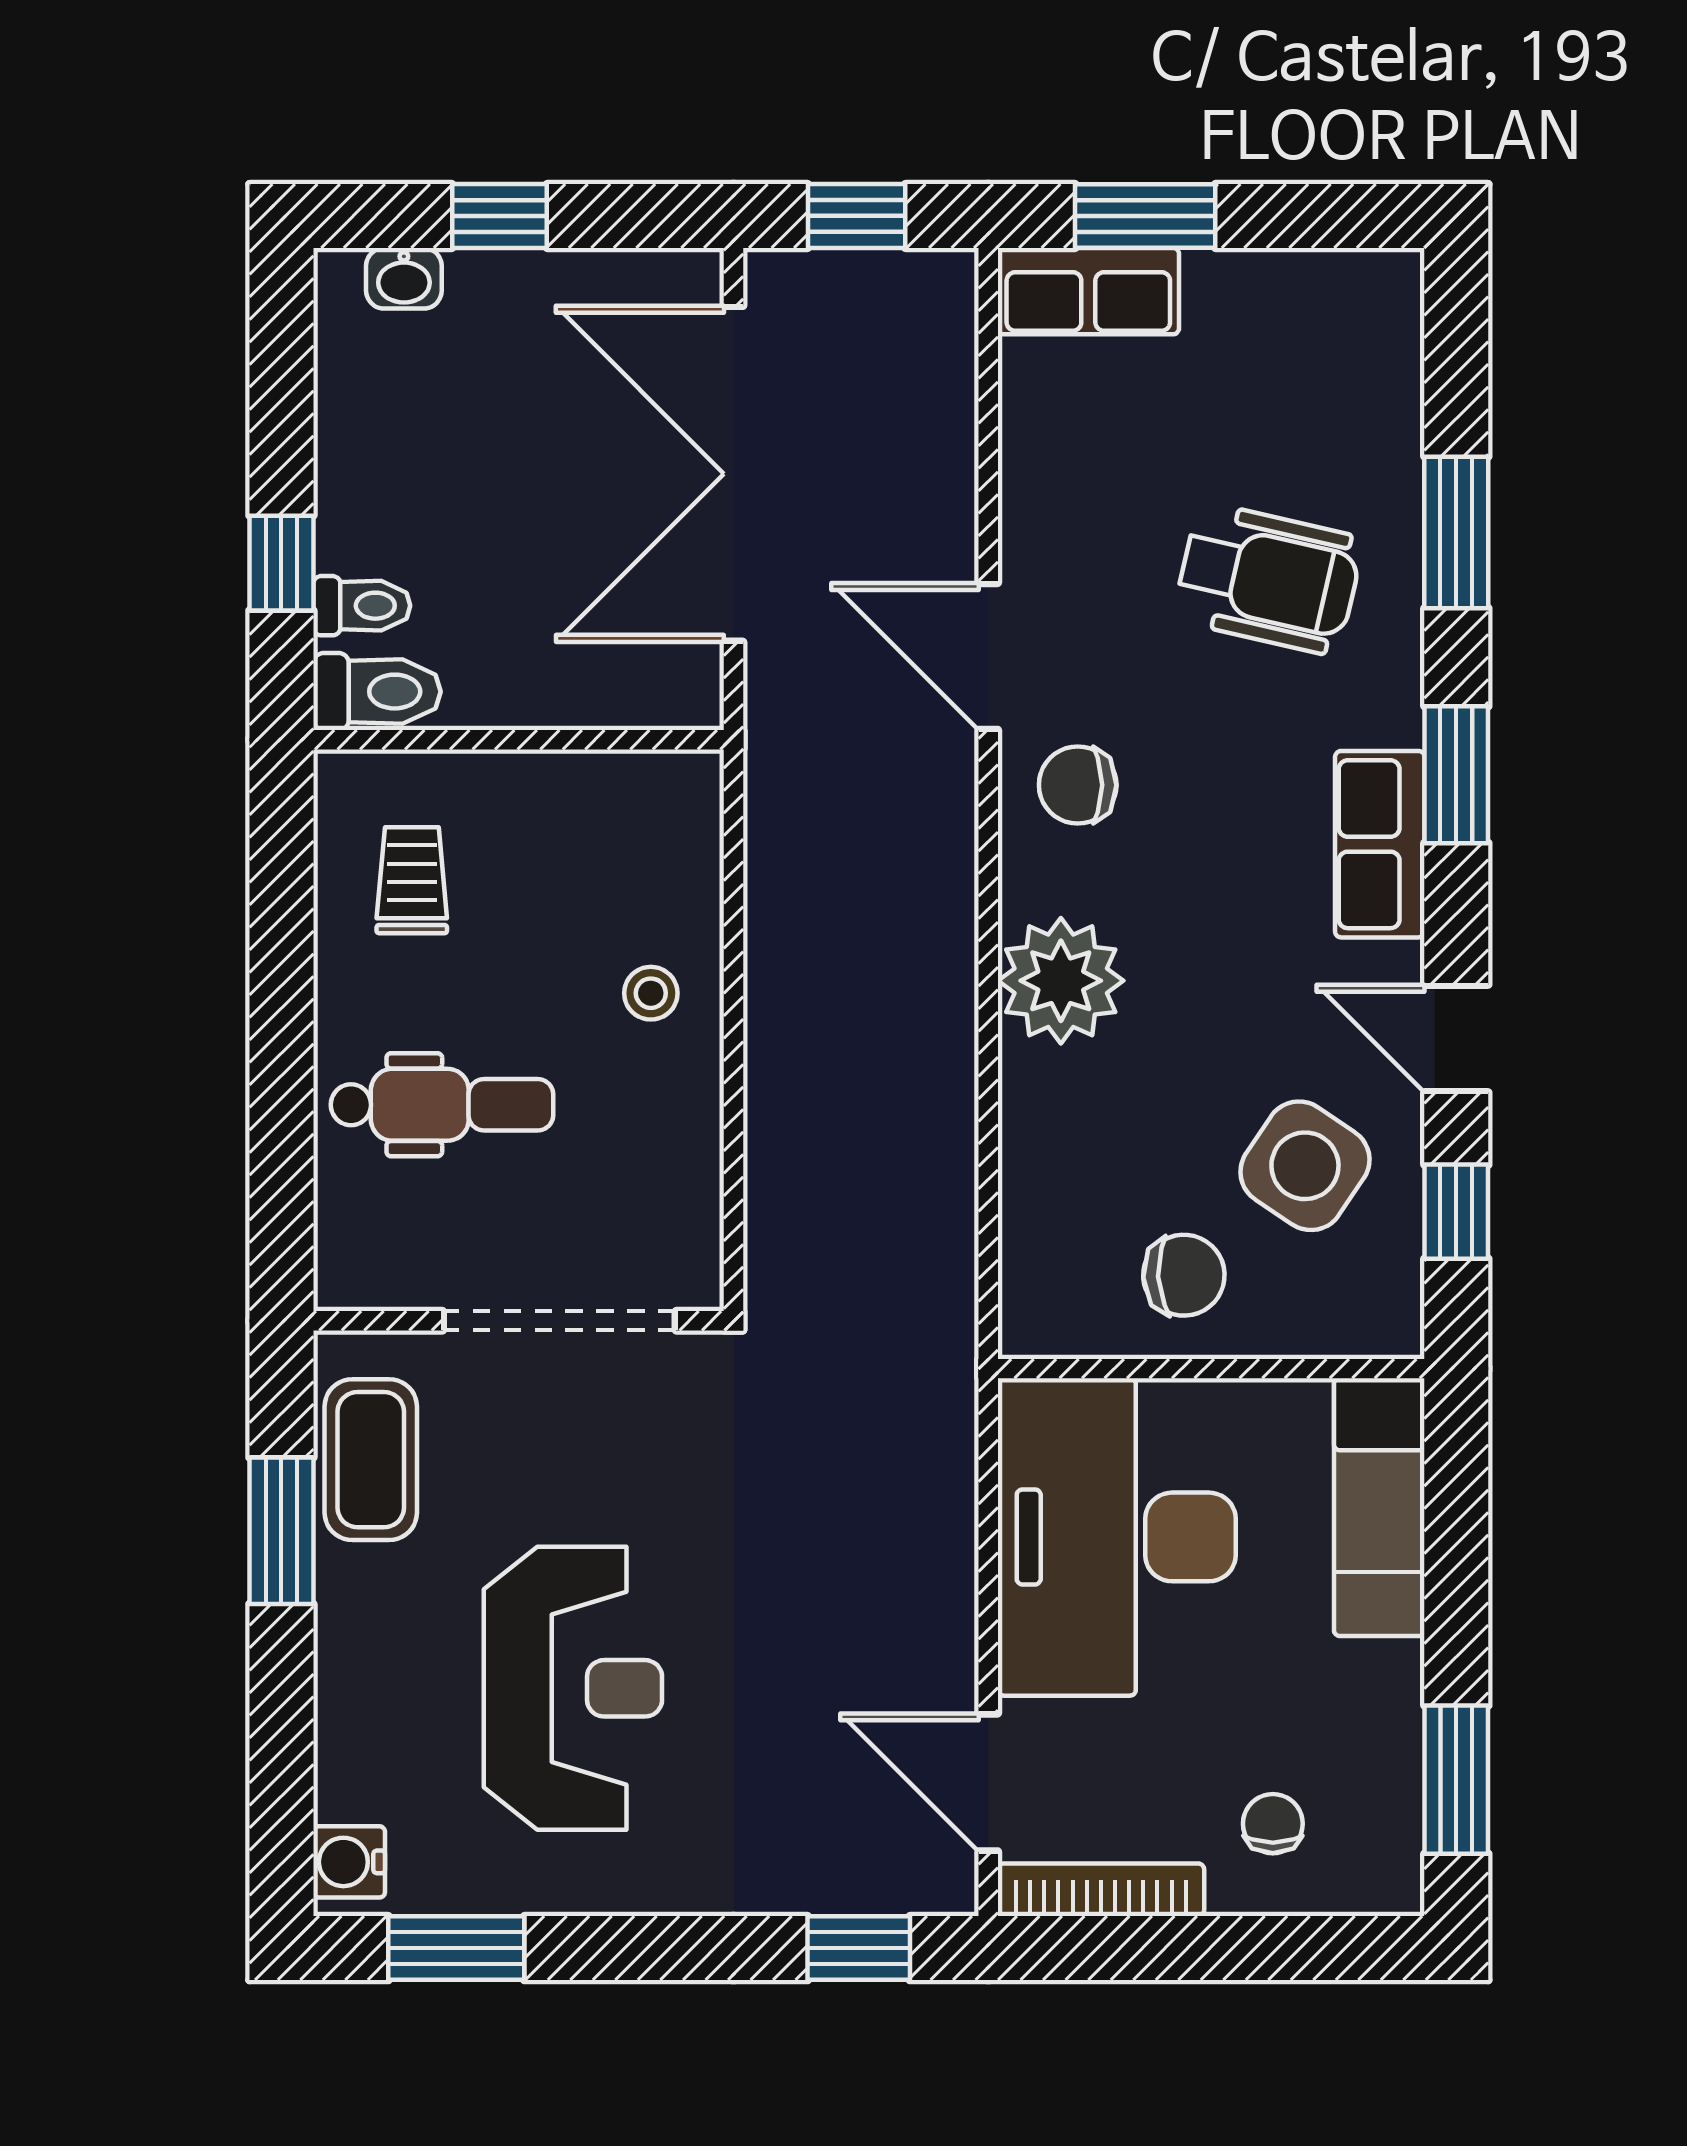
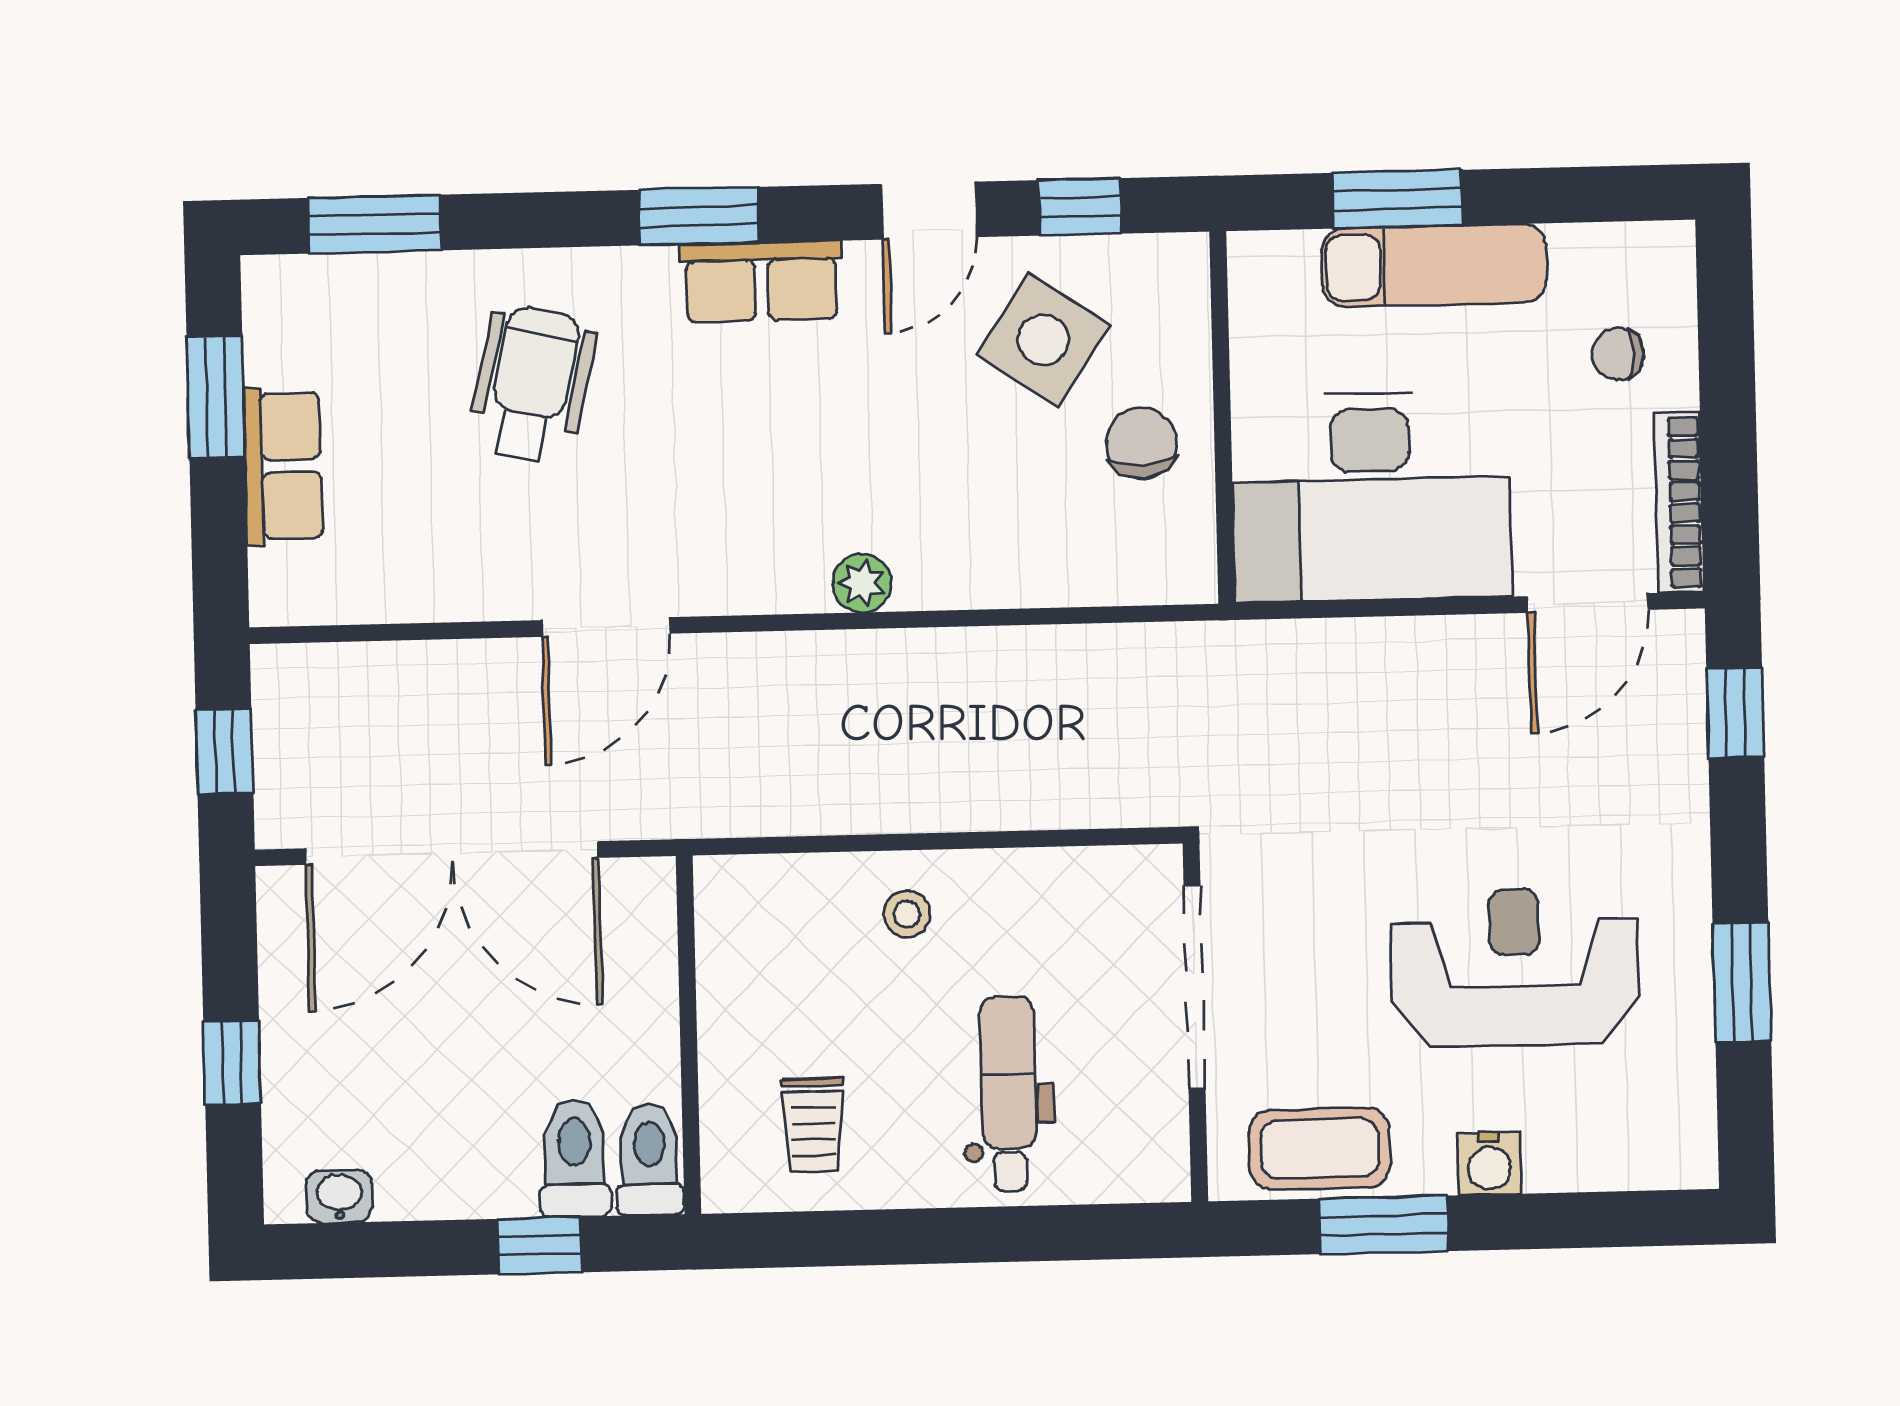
window: (1145, 216) -> (216, 397), moved
washbasin: (404, 278) -> (339, 1196), moved, turned -90
row of seats: (1088, 291) -> (283, 466), moved
window: (1456, 532) -> (375, 224), moved
toilet: (362, 606) -> (575, 1158), width x1.37, depth x1.39
chair: (1078, 785) -> (716, 546), removed
trolley: (412, 880) -> (813, 1125), turned -90
plant: (1061, 981) -> (862, 583), width x0.53, depth x0.53
exam couch: (1379, 1507) -> (1434, 265), moved
window: (1456, 1780) -> (1397, 199), moved
water cooler: (349, 1862) -> (1489, 1163), moved
window: (456, 1948) -> (1742, 982), moved

